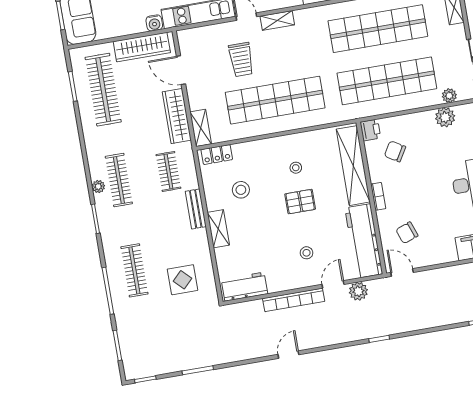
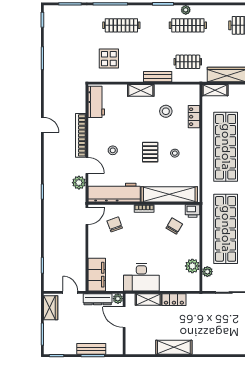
locker: (217, 155) -> (194, 117), moved

